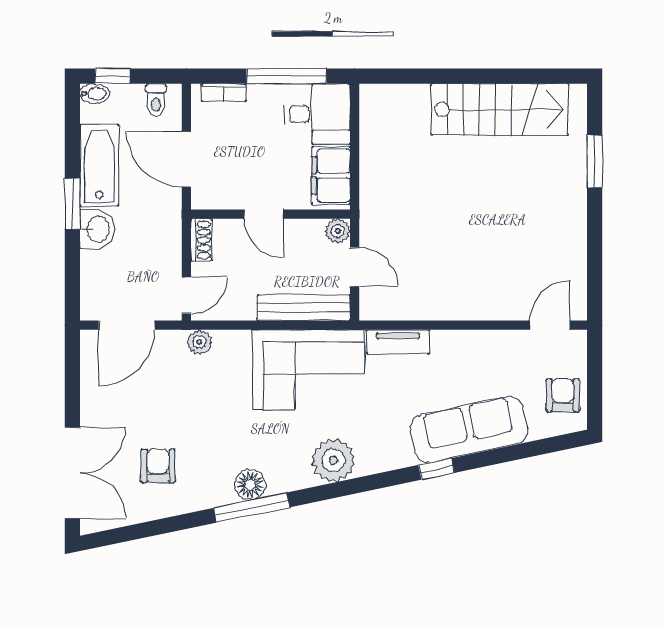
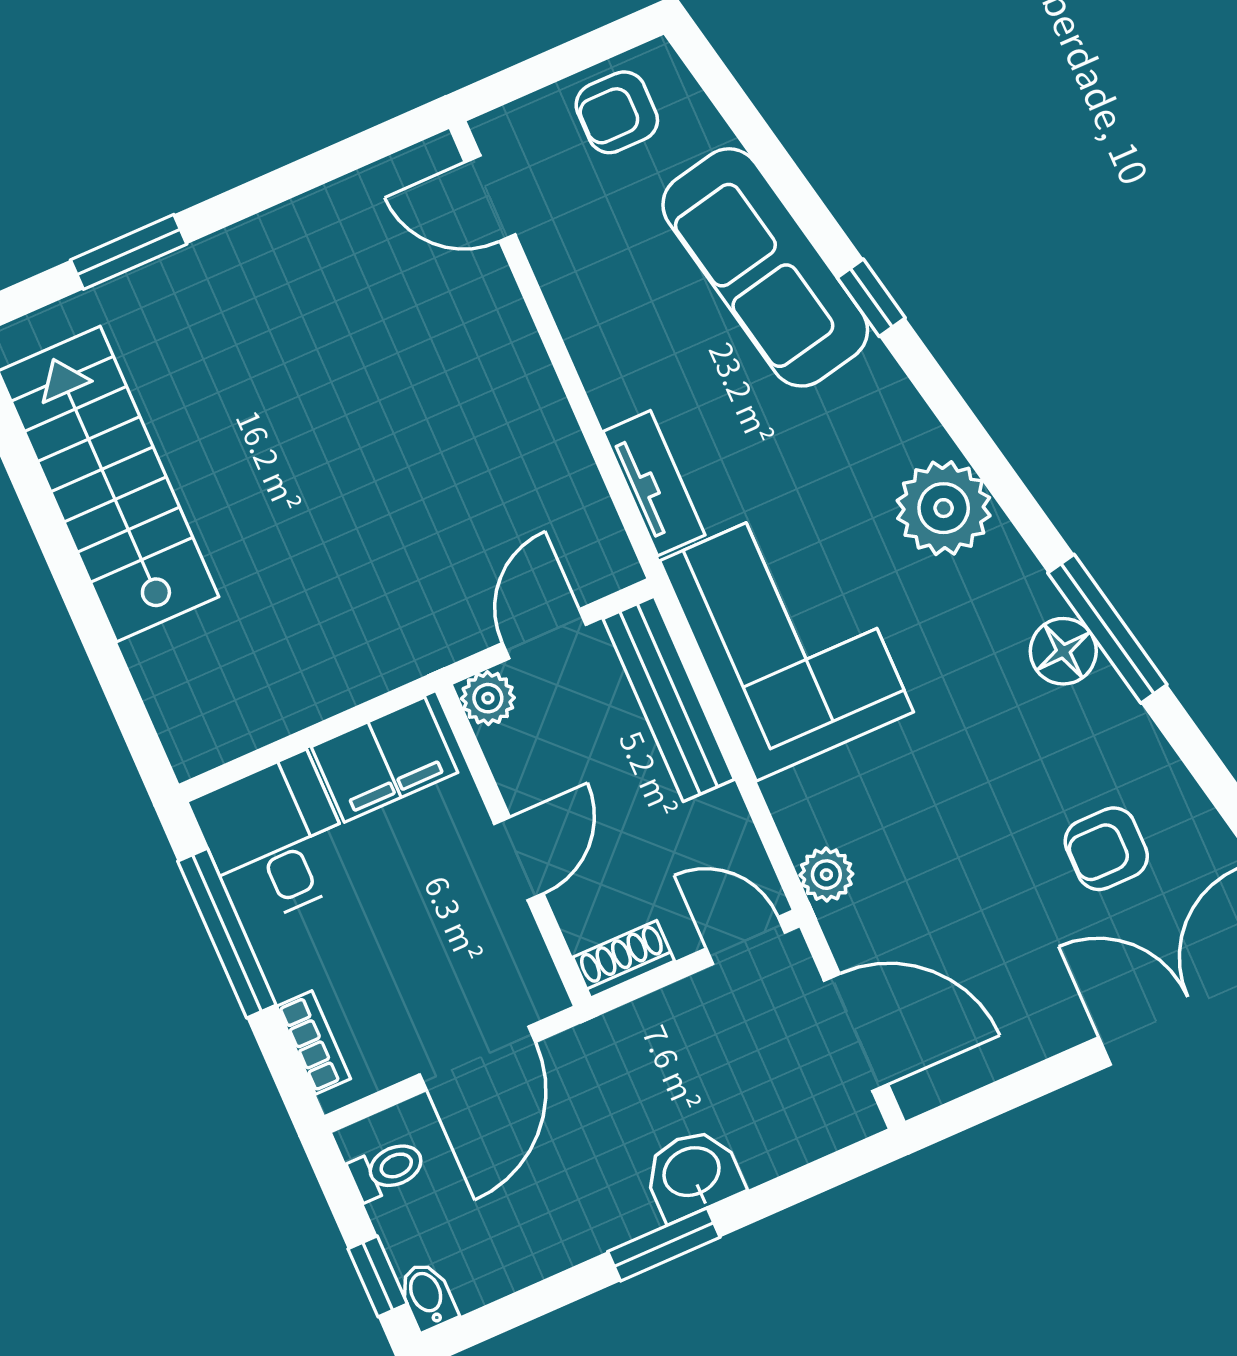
bathtub: (99, 165) -> (565, 1225), removed

